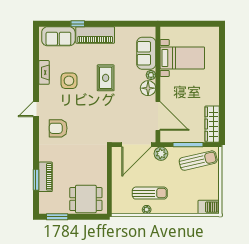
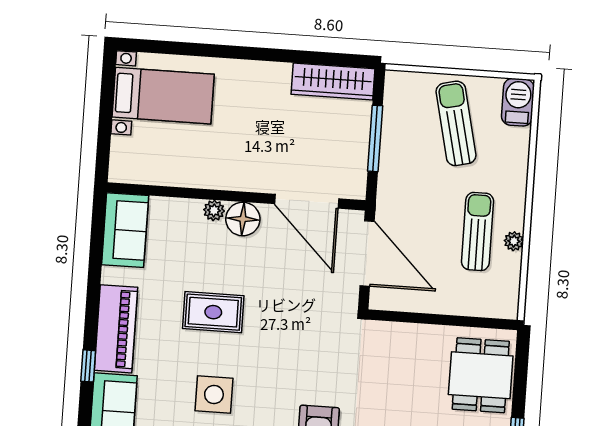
sofa: (146, 53) -> (125, 230), moved, turned -90
bed with nightstands: (182, 58) -> (163, 96), moved, turned 90
door: (158, 116) -> (307, 201), swing flipped
plant: (161, 154) -> (391, 200), removed
sun lounger: (198, 161) -> (456, 123), moved

